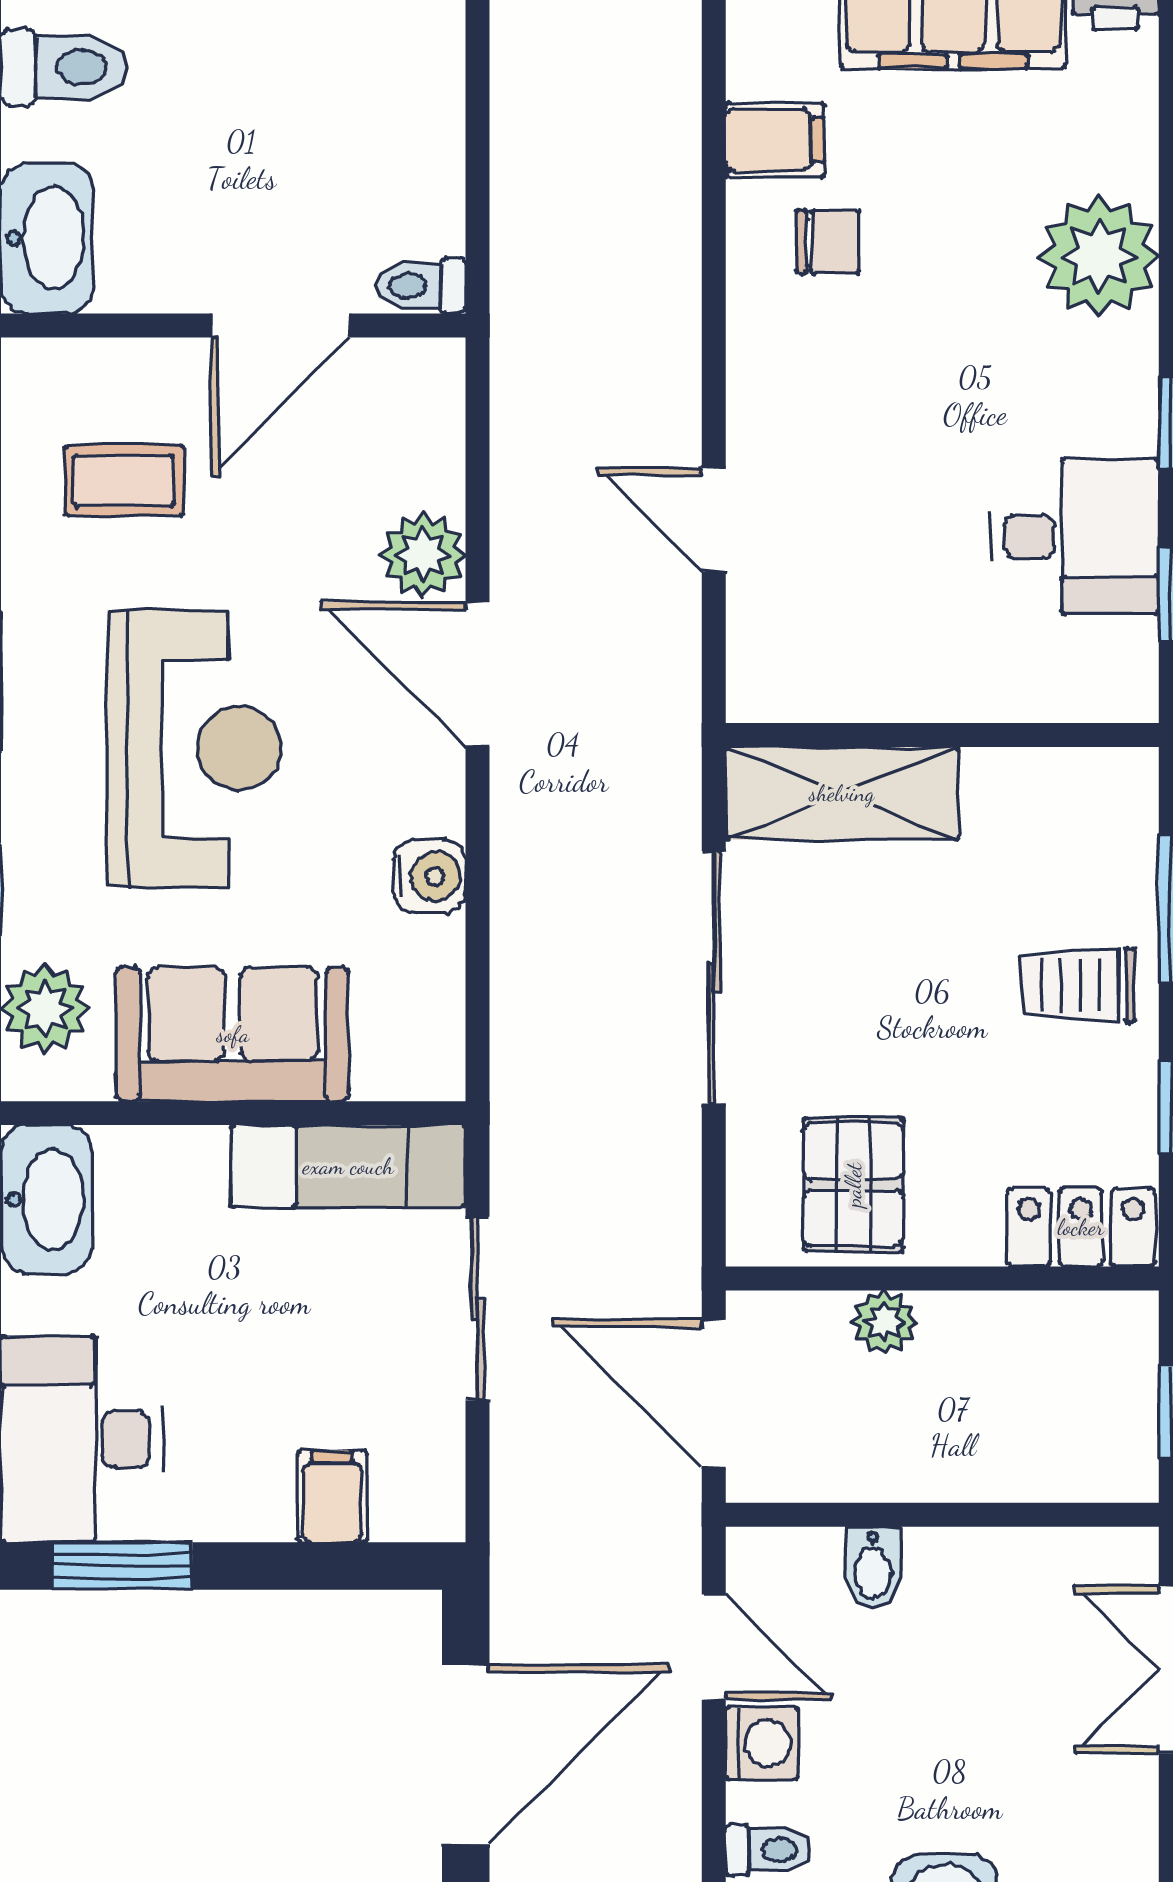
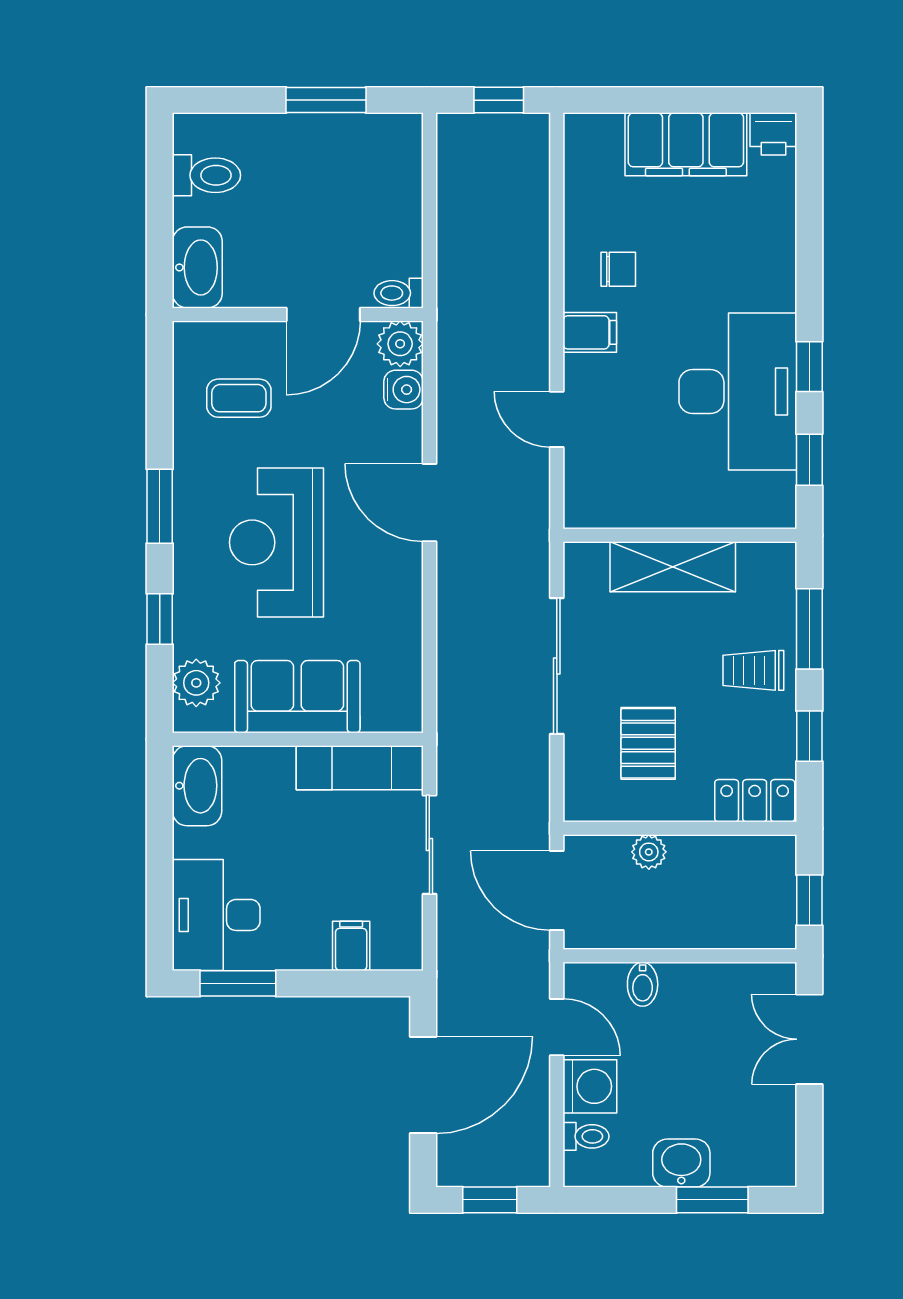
filing cabinet: (775, 140) -> (590, 332), moved
plant: (1099, 256) -> (764, 277), removed
desk: (1075, 536) -> (738, 392), width x1.87, depth x1.30
plant: (423, 555) -> (400, 344), moved
reception desk: (194, 748) -> (277, 542), turned 180
shelving: (842, 793) -> (673, 567), moved
water cooler: (429, 876) -> (403, 390), moved
pallet: (853, 1185) -> (648, 743), moved
washing machine: (762, 1743) -> (590, 1086), width x1.38, depth x1.38

